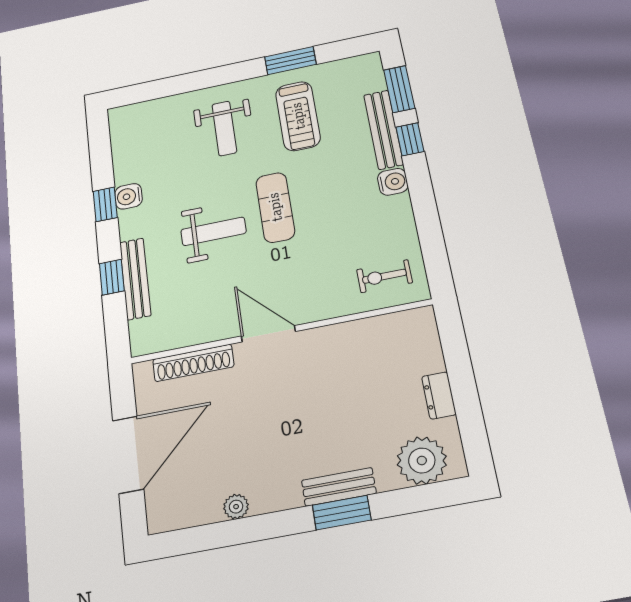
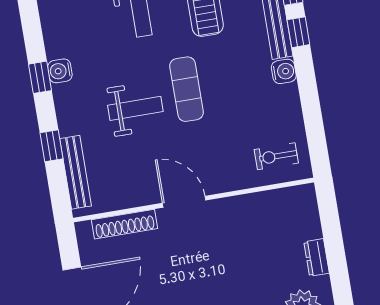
bench: (135, 279) -> (76, 172), moved

